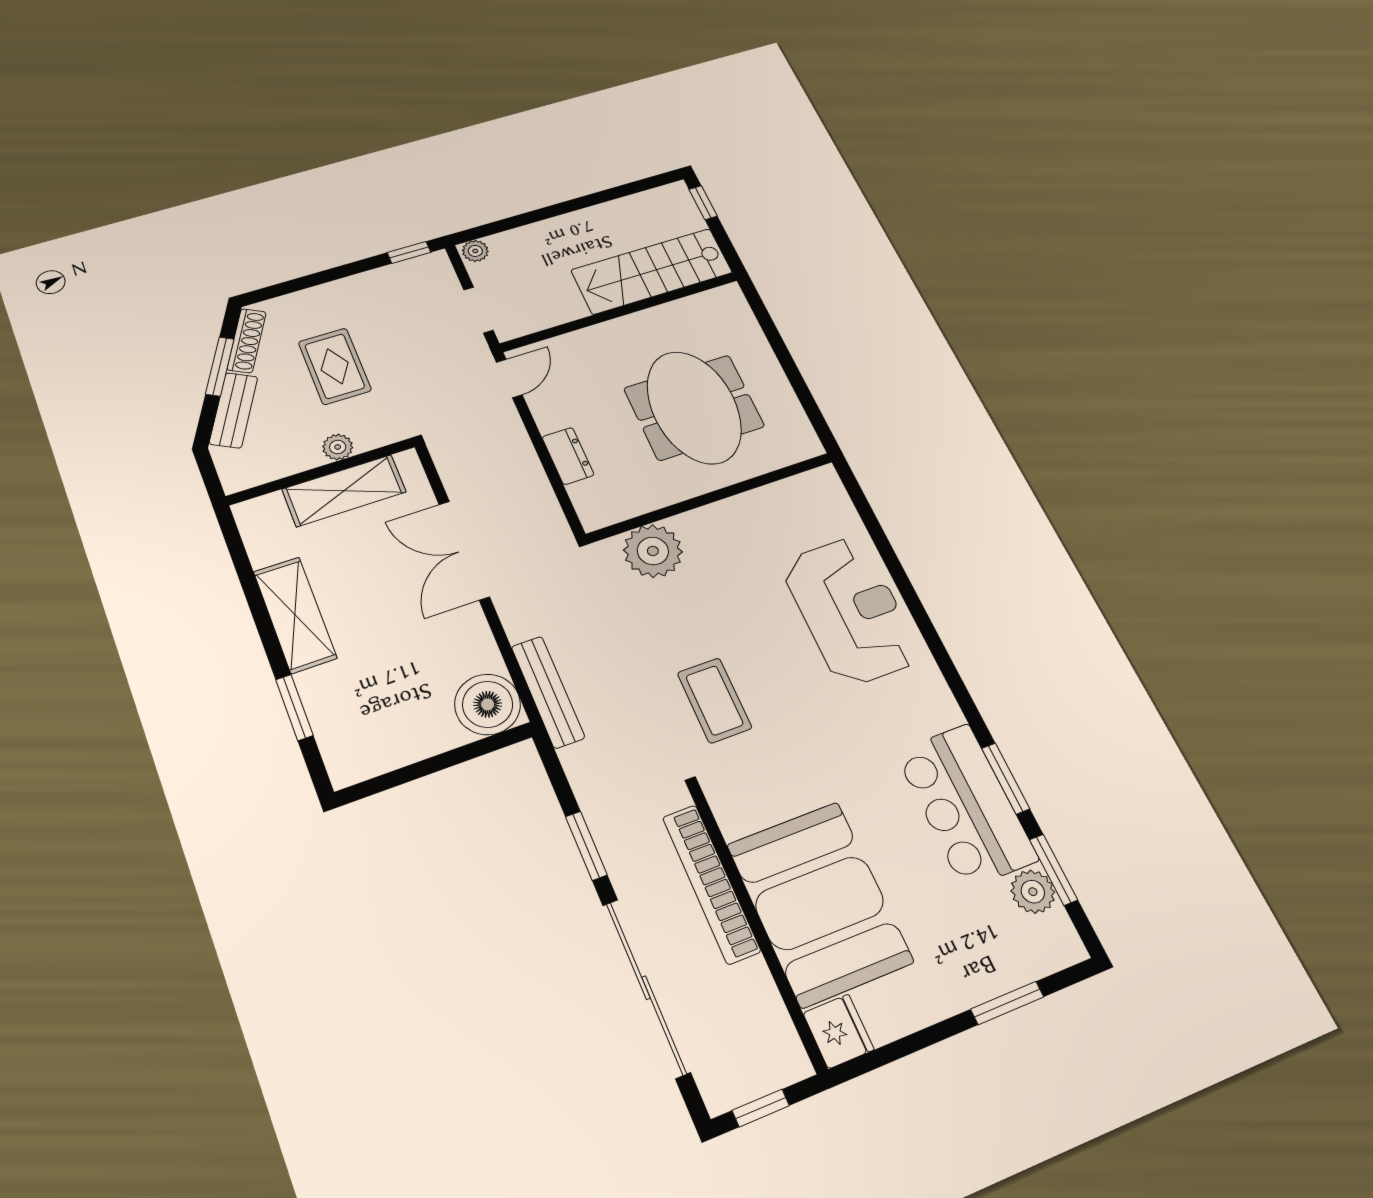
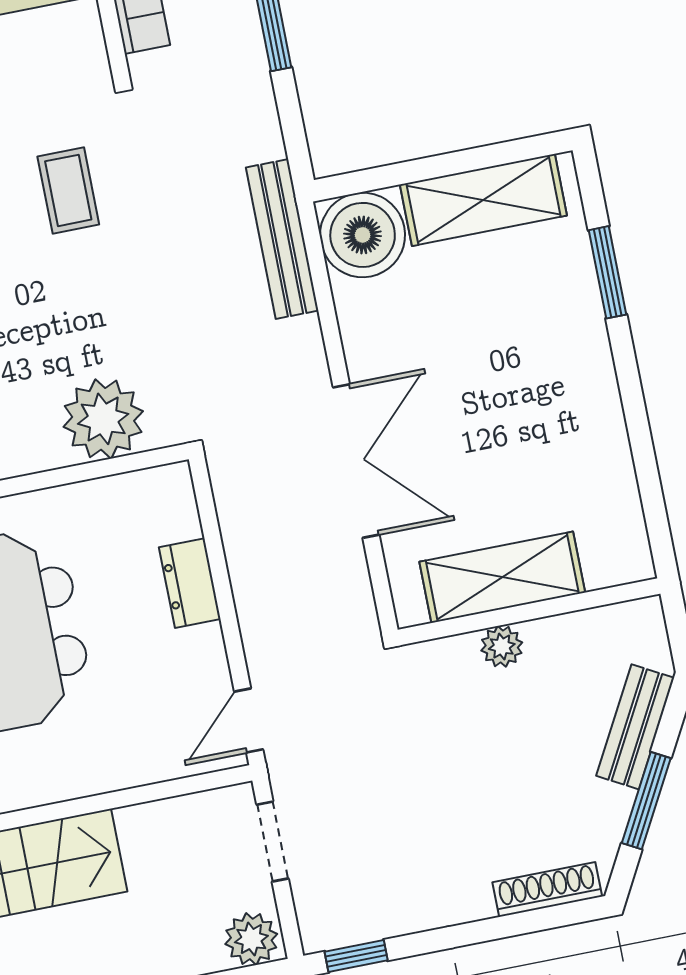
plant: (475, 251) -> (251, 939), width x1.38, depth x1.38
shoe rack: (247, 341) -> (547, 889), moved, turned 61
rug: (335, 366) -> (488, 777), removed
shelving: (295, 615) -> (483, 200), moved, turned 90
coffee table: (715, 700) -> (68, 190), width x0.73, depth x0.77

